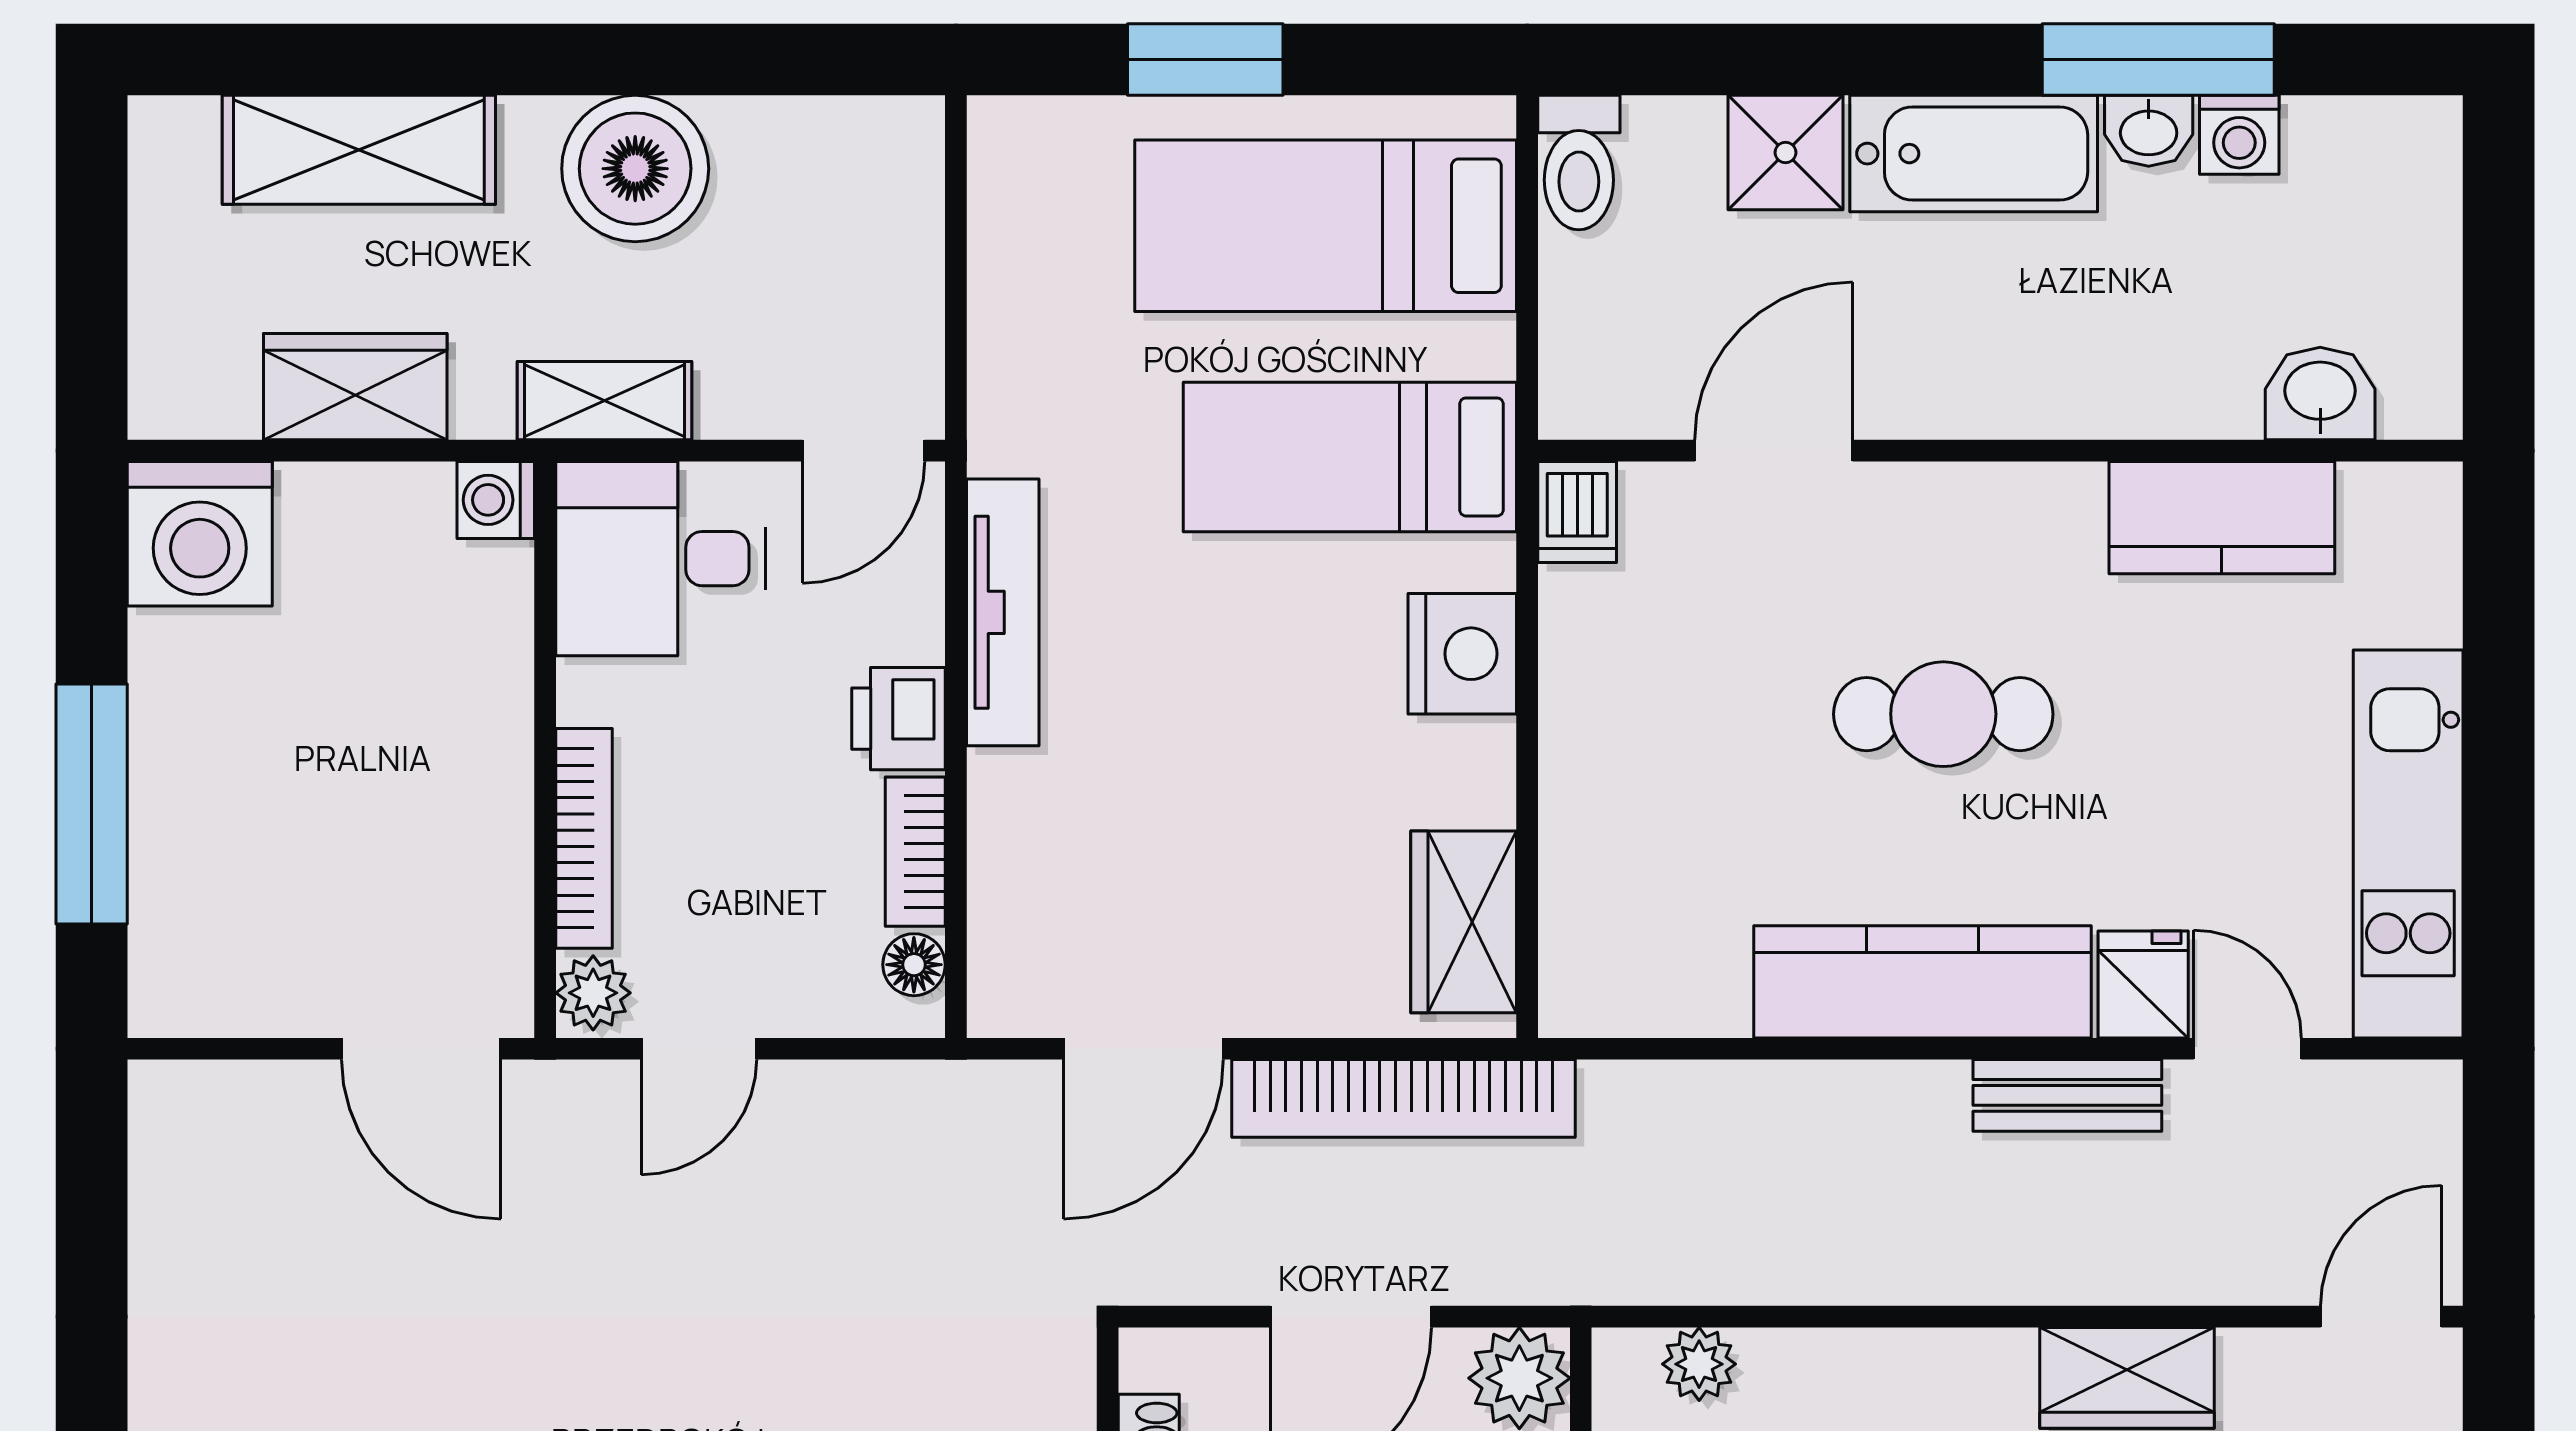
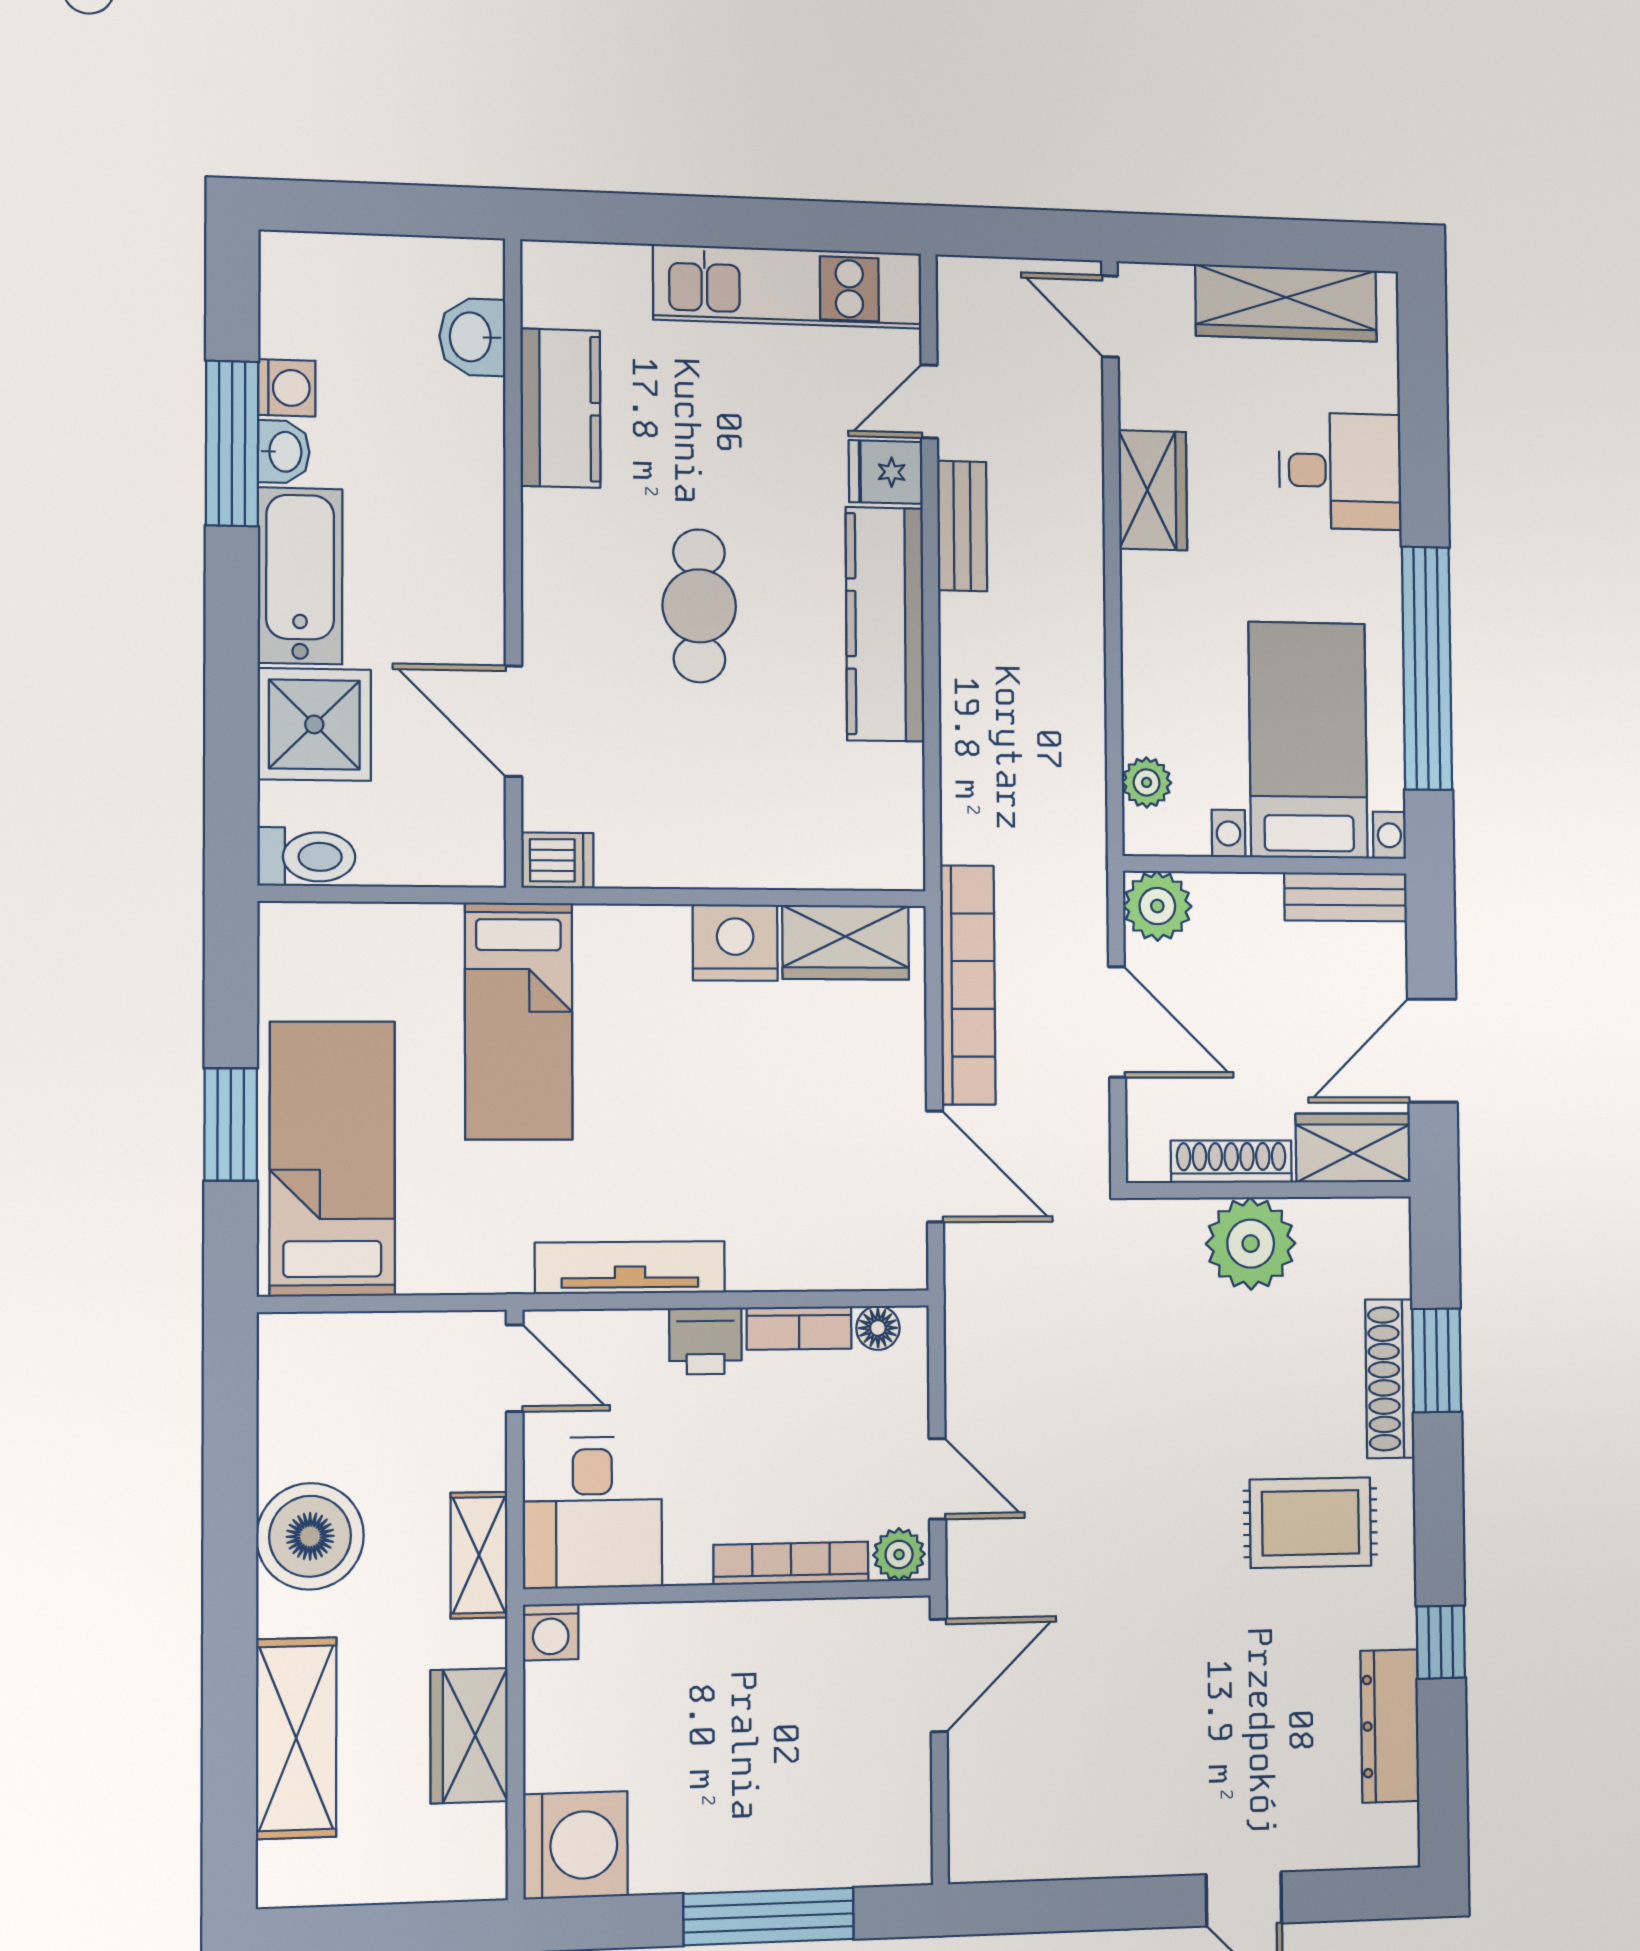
shower: (1786, 153) -> (314, 724), width x1.36, depth x1.36
bed: (1326, 226) -> (332, 1159), moved, turned 180
nightstand: (1462, 654) -> (735, 943), moved

